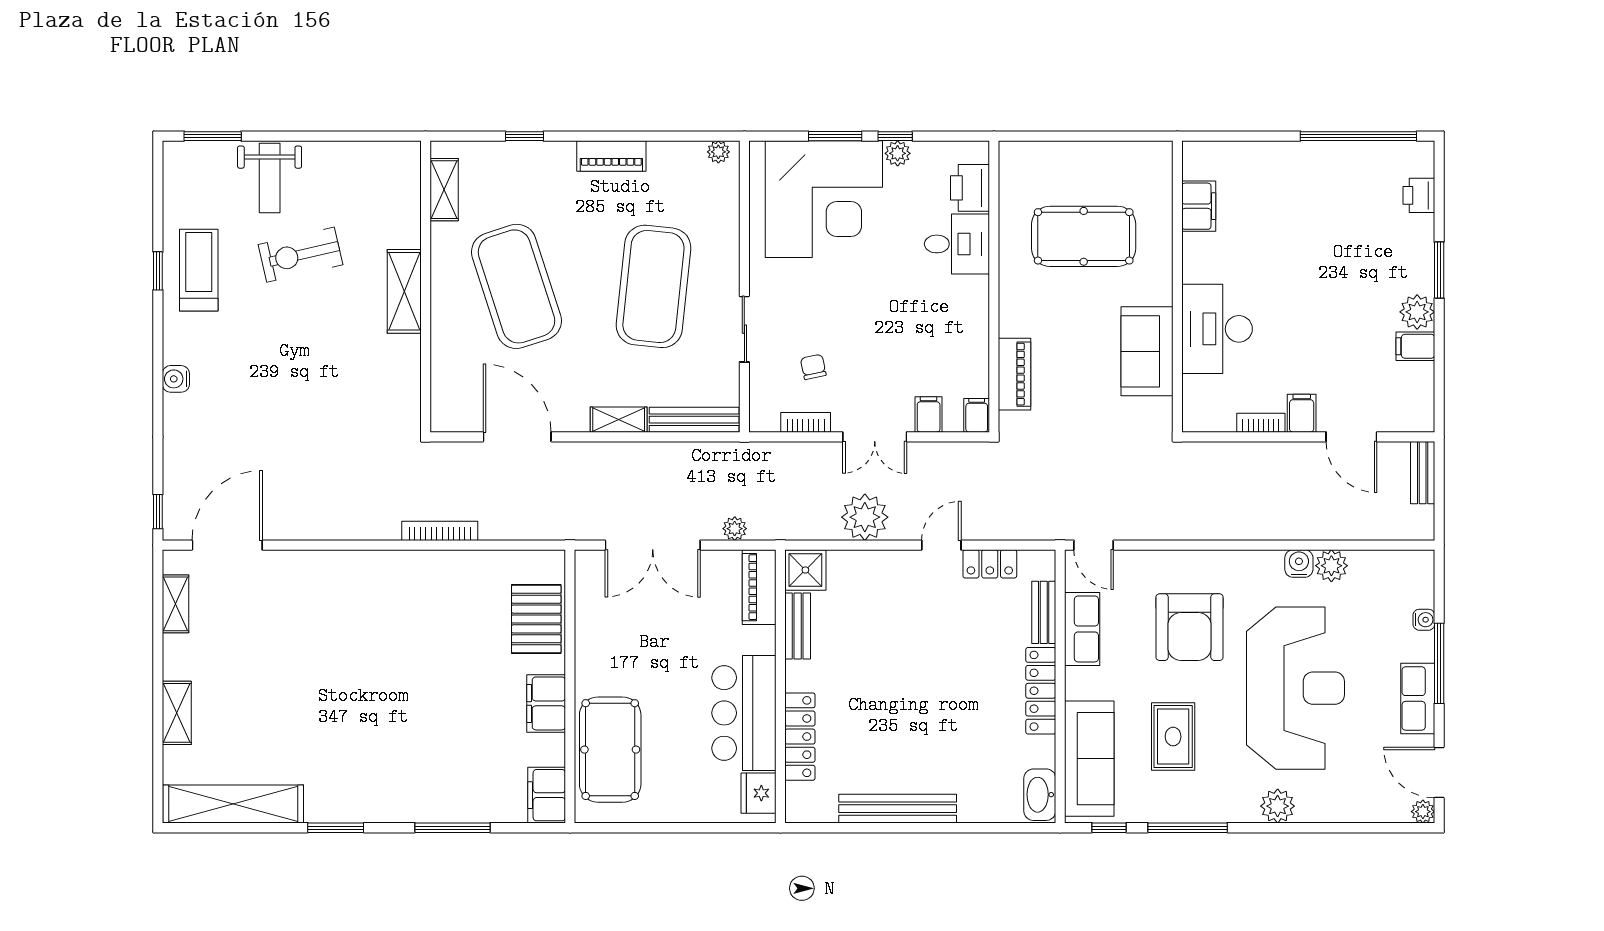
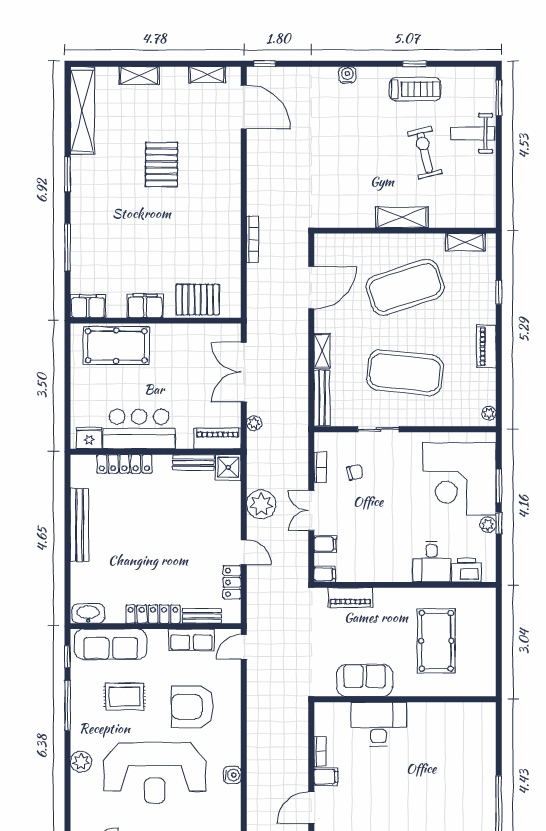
filing cabinet: (1199, 206) -> (455, 713), removed
plant: (1331, 566) -> (231, 795), removed
pallet: (319, 677) -> (162, 164), added

